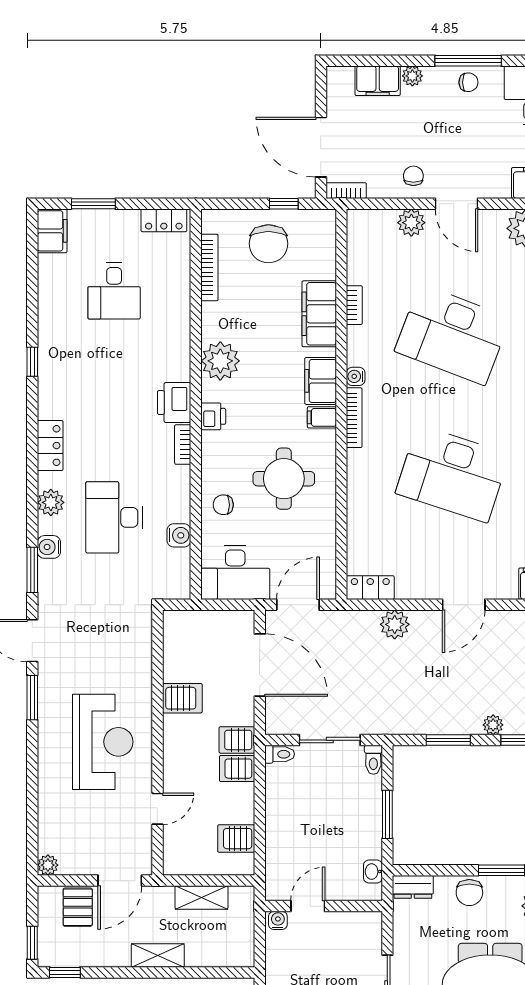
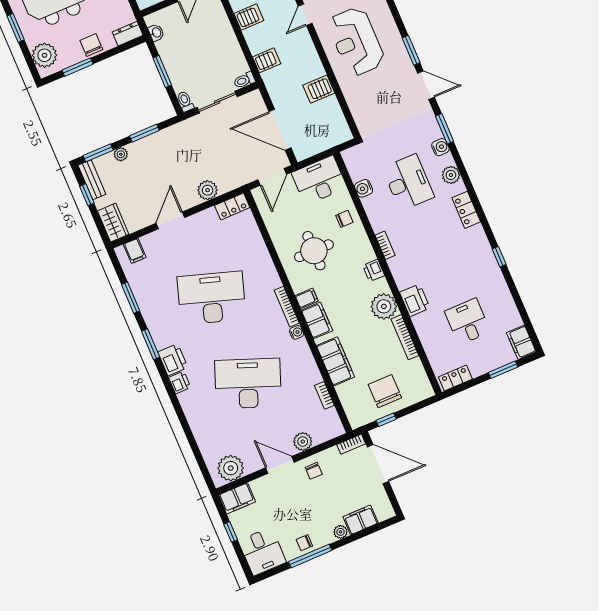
bookcase: (209, 268) -> (405, 337), moved
bookcase: (354, 305) -> (324, 395), moved
printer: (174, 403) -> (415, 300), moved
server rack: (237, 740) -> (274, 78), removed

